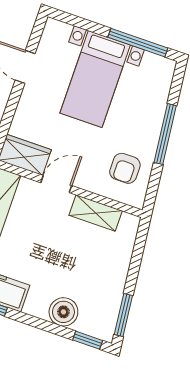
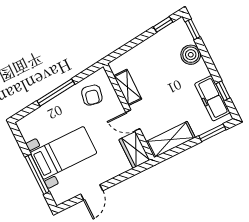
window: (138, 43) -> (37, 174), moved
armchair: (125, 168) -> (92, 95), turned 102
window: (123, 315) -> (163, 24), width x0.67

